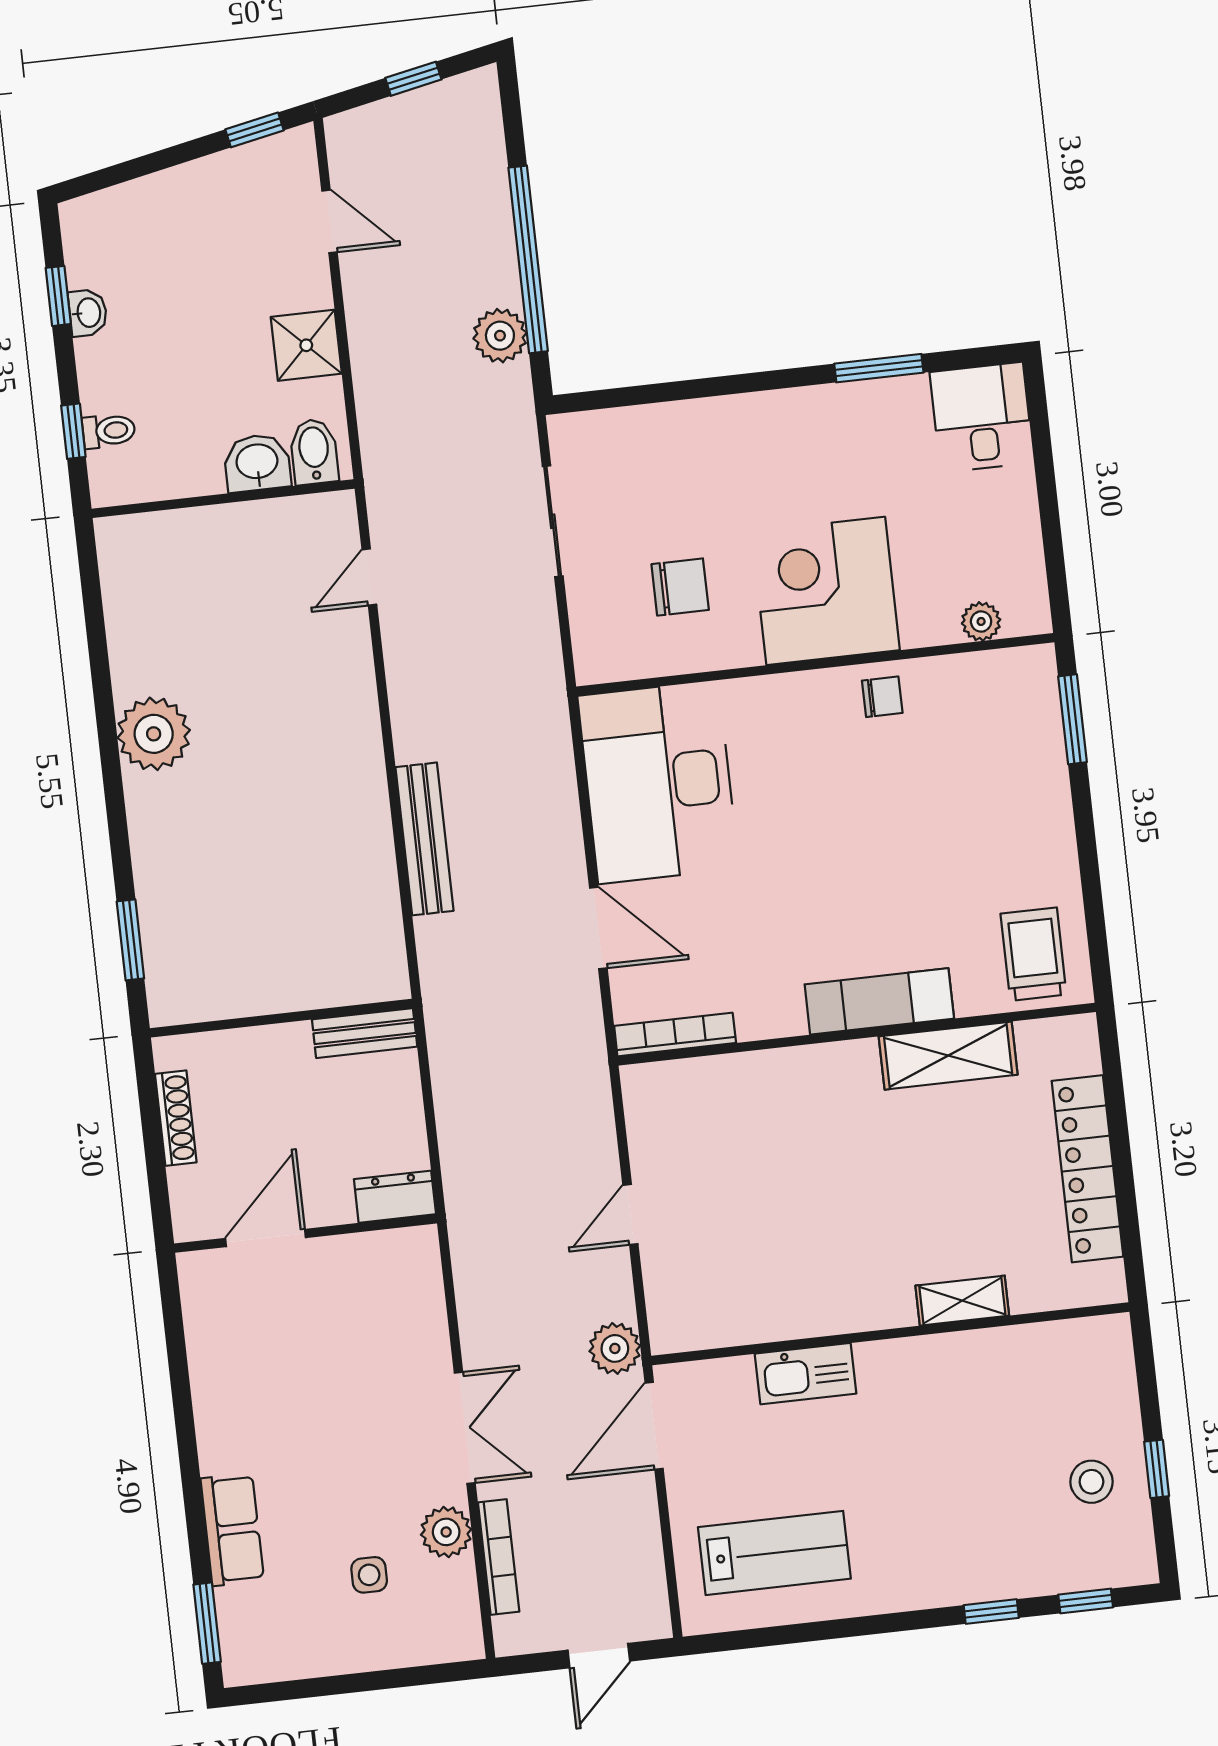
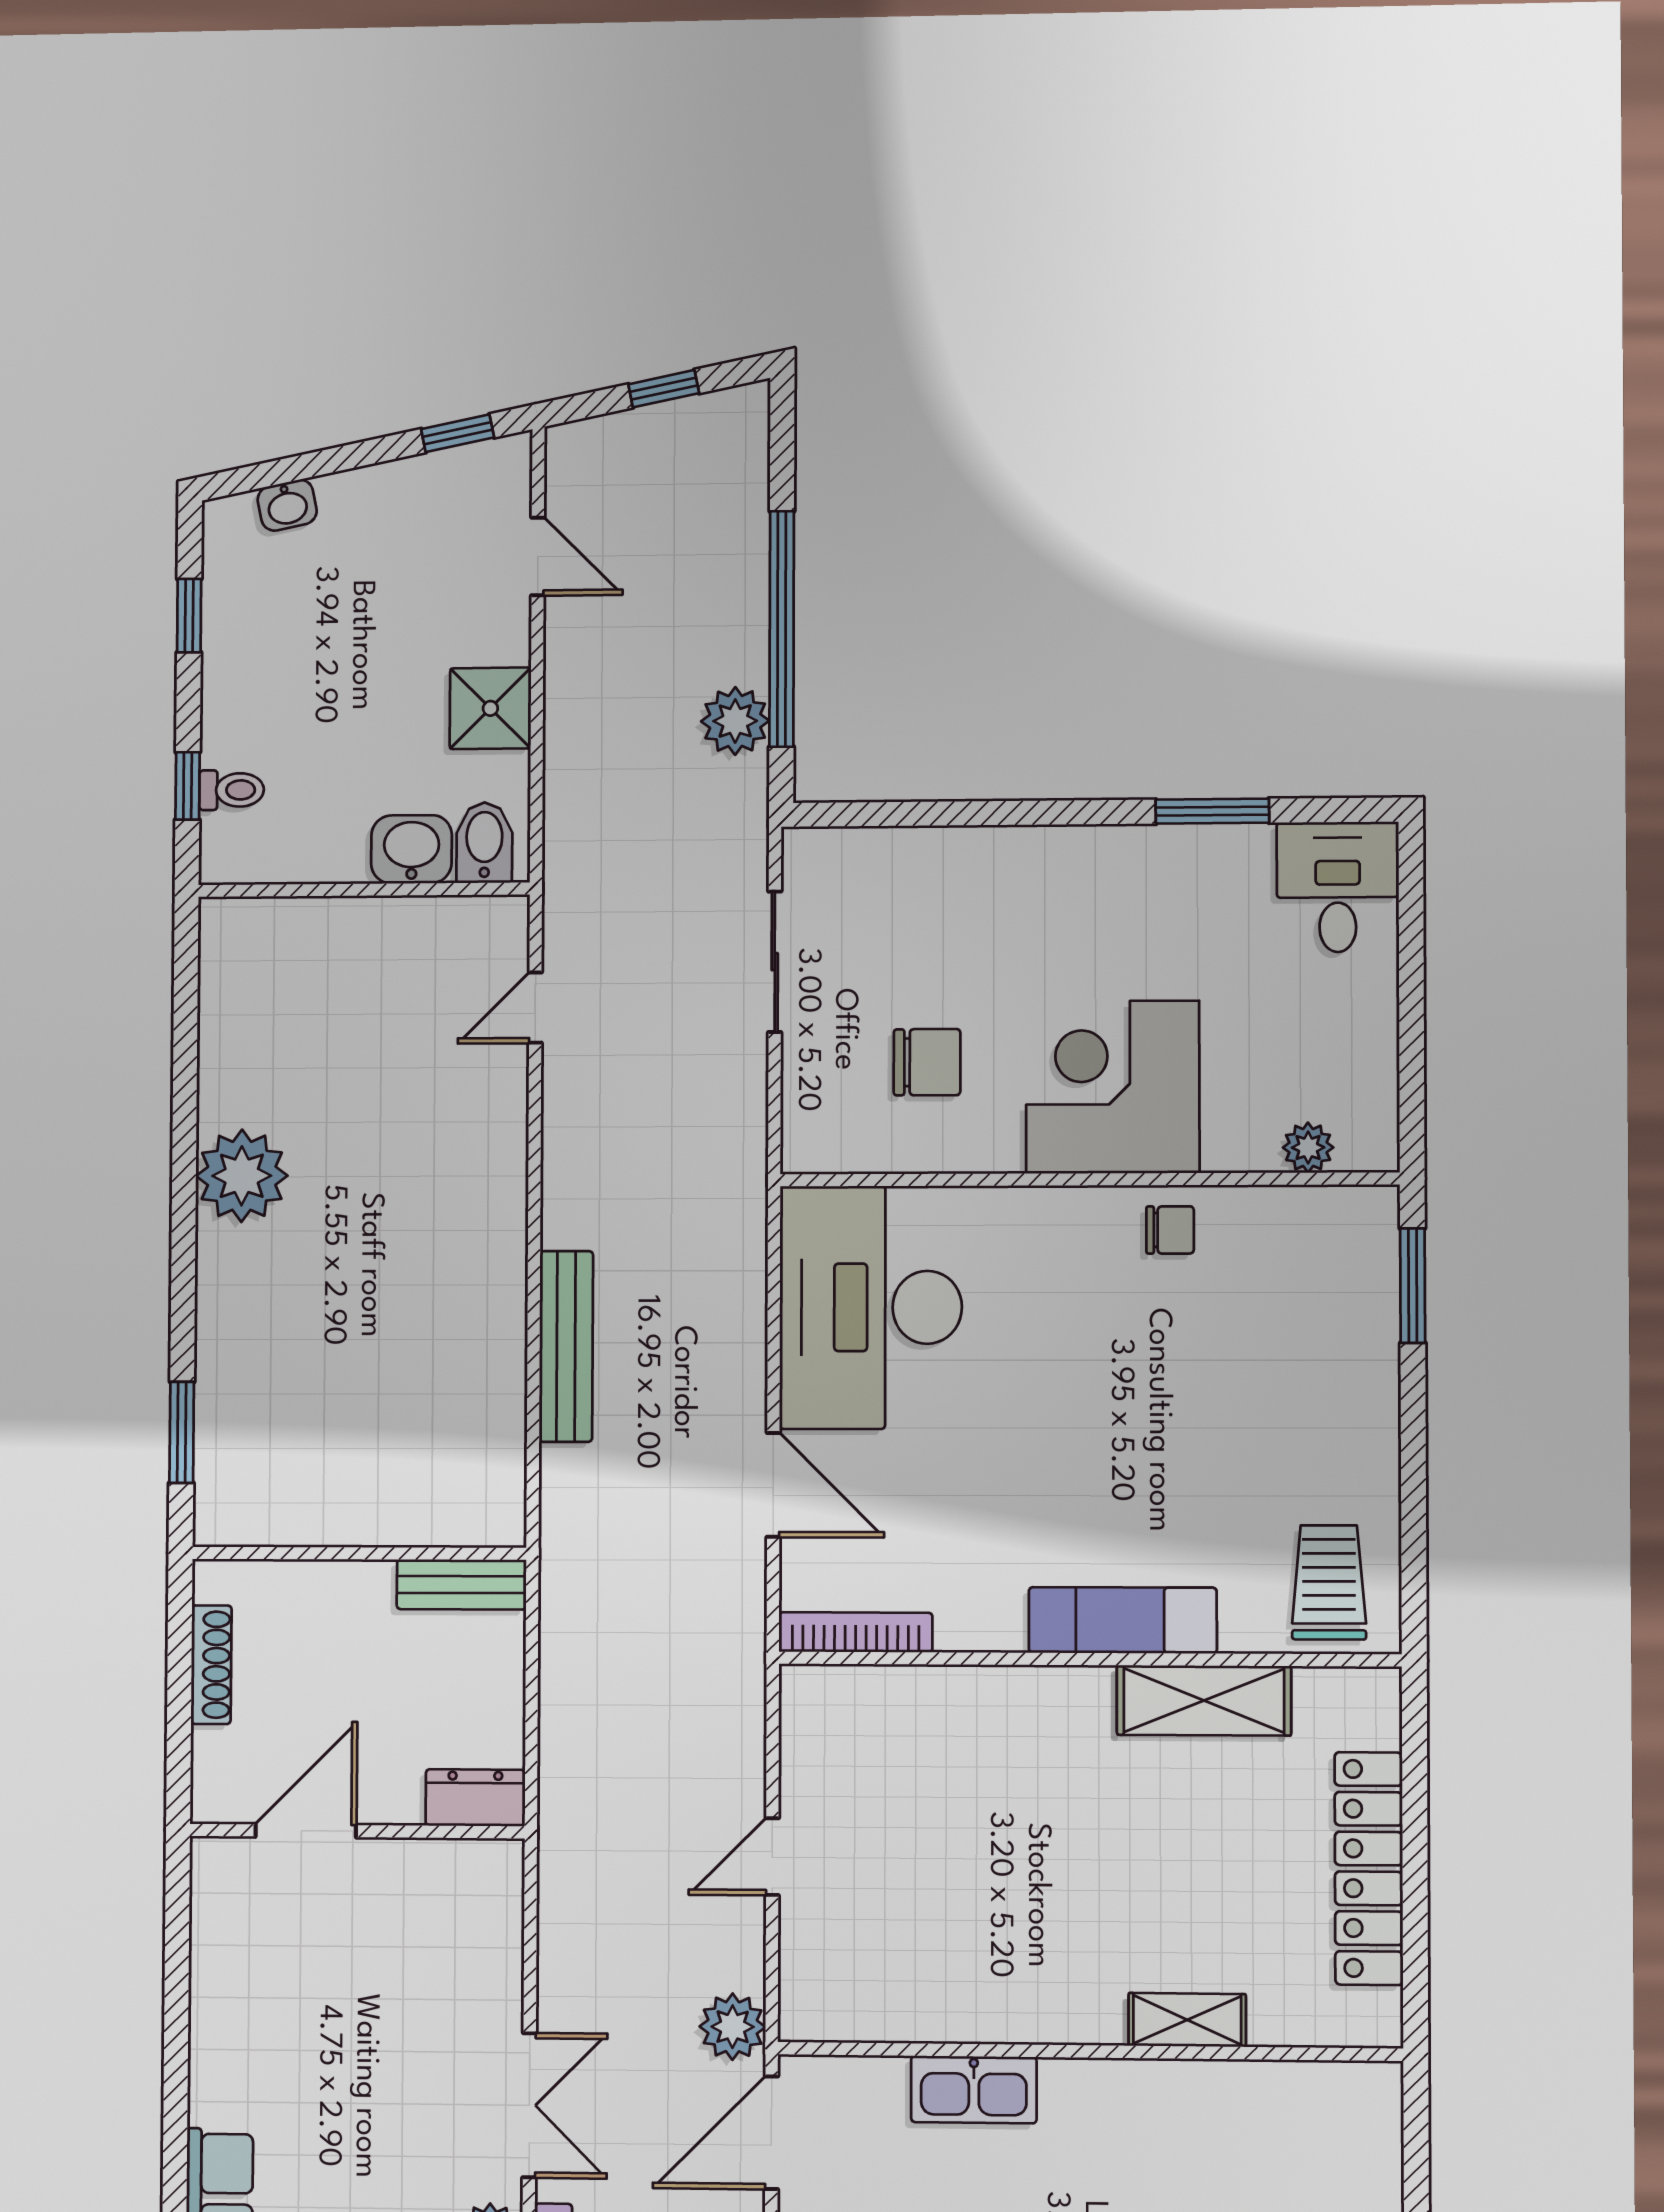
washbasin: (88, 313) -> (287, 505), moved, turned 79

